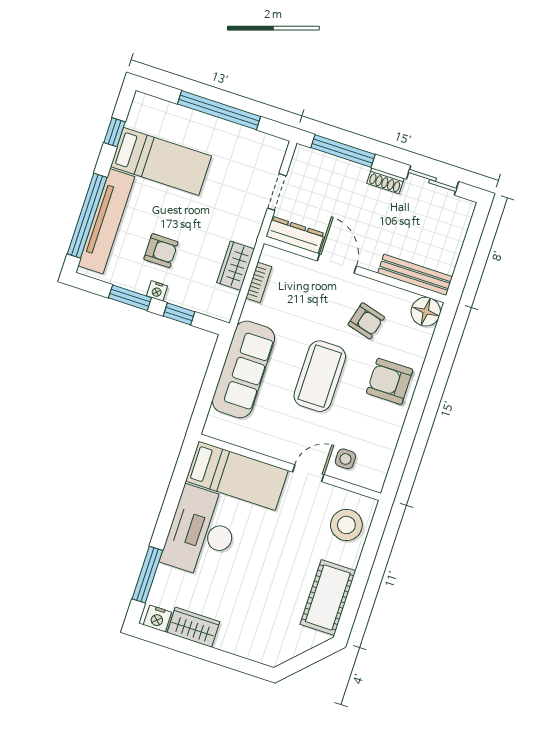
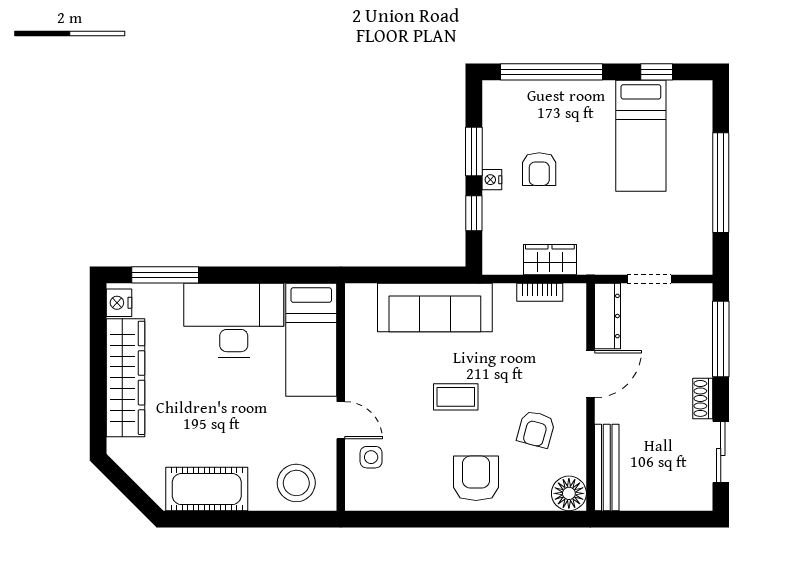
tv unit: (106, 221) -> (552, 96), removed
coffee table: (320, 376) -> (456, 397), width x0.54, depth x0.58
wardrobe: (193, 627) -> (125, 378), width x2.10, depth x1.17

